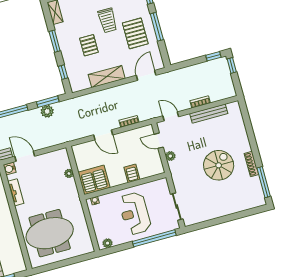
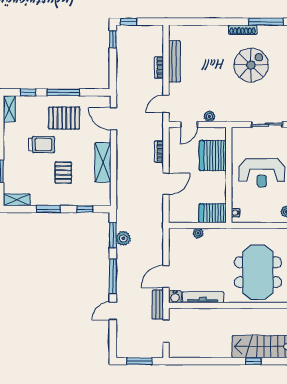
pallet: (89, 45) -> (63, 173), turned 90
spiral stairs: (219, 165) -> (251, 65), moved, turned 90
server rack: (132, 173) -> (213, 156), width x2.18, depth x1.44
server rack: (94, 180) -> (213, 213), width x0.62
tv unit: (16, 192) -> (203, 297), width x1.41

